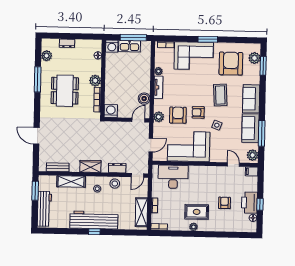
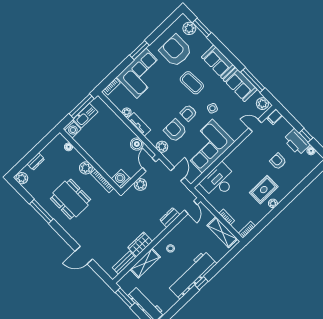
plant: (47, 56) -> (22, 178), moved
plant: (120, 127) -> (140, 184), added
wardrobe: (90, 166) -> (140, 244), moved
stool: (115, 184) -> (180, 231), removed

